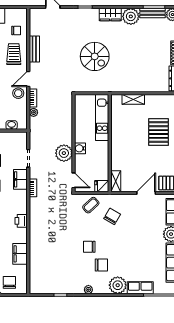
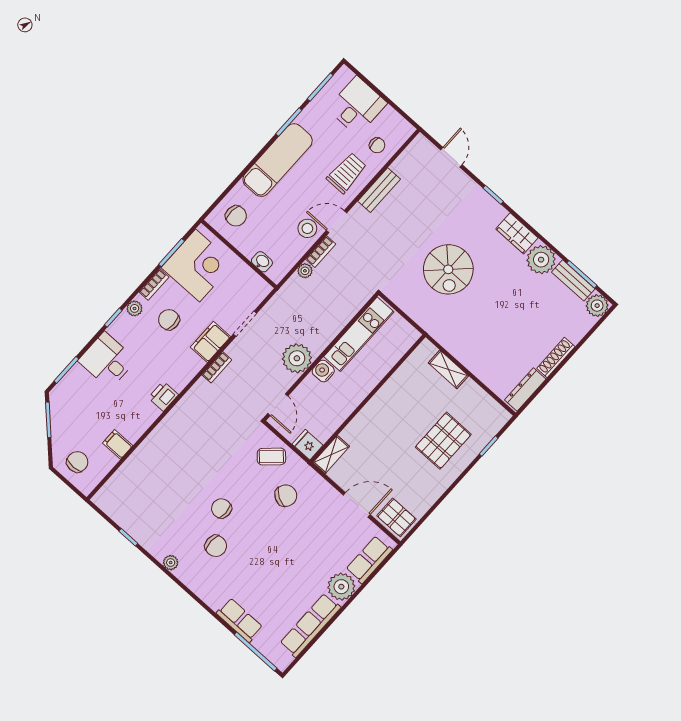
kitchen unit: (102, 118) -> (359, 334), moved, turned 180
filing cabinet: (20, 254) -> (118, 444), width x0.50
plant: (118, 285) -> (213, 591), removed

